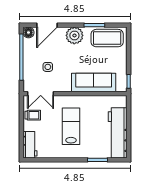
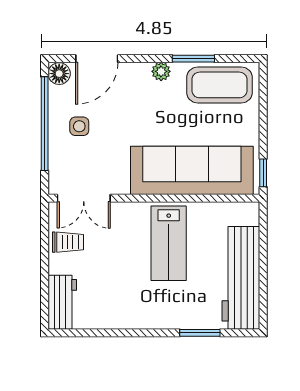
plant: (74, 35) -> (161, 71), width x0.53, depth x0.53
side table: (48, 67) -> (79, 126), moved
sofa: (94, 83) -> (192, 170), width x1.36, depth x1.27
lab bench: (71, 126) -> (169, 243), moved, turned 180

